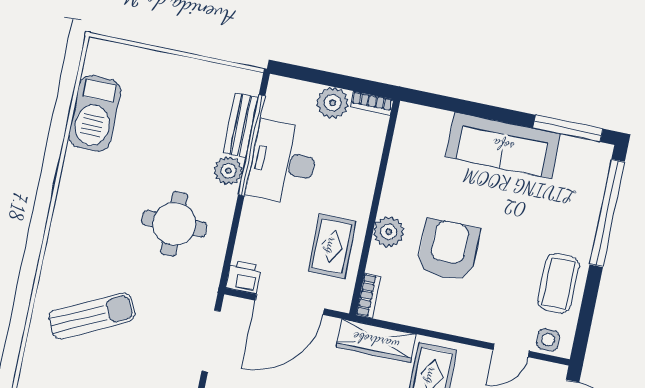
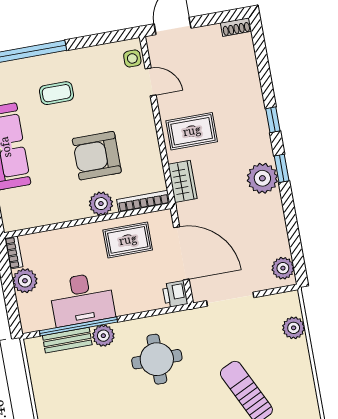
coffee table: (558, 283) -> (57, 93), moved, width x0.73, depth x0.77
bookcase: (368, 296) -> (143, 201), width x1.56
wardrobe: (376, 341) -> (183, 181), width x0.67

